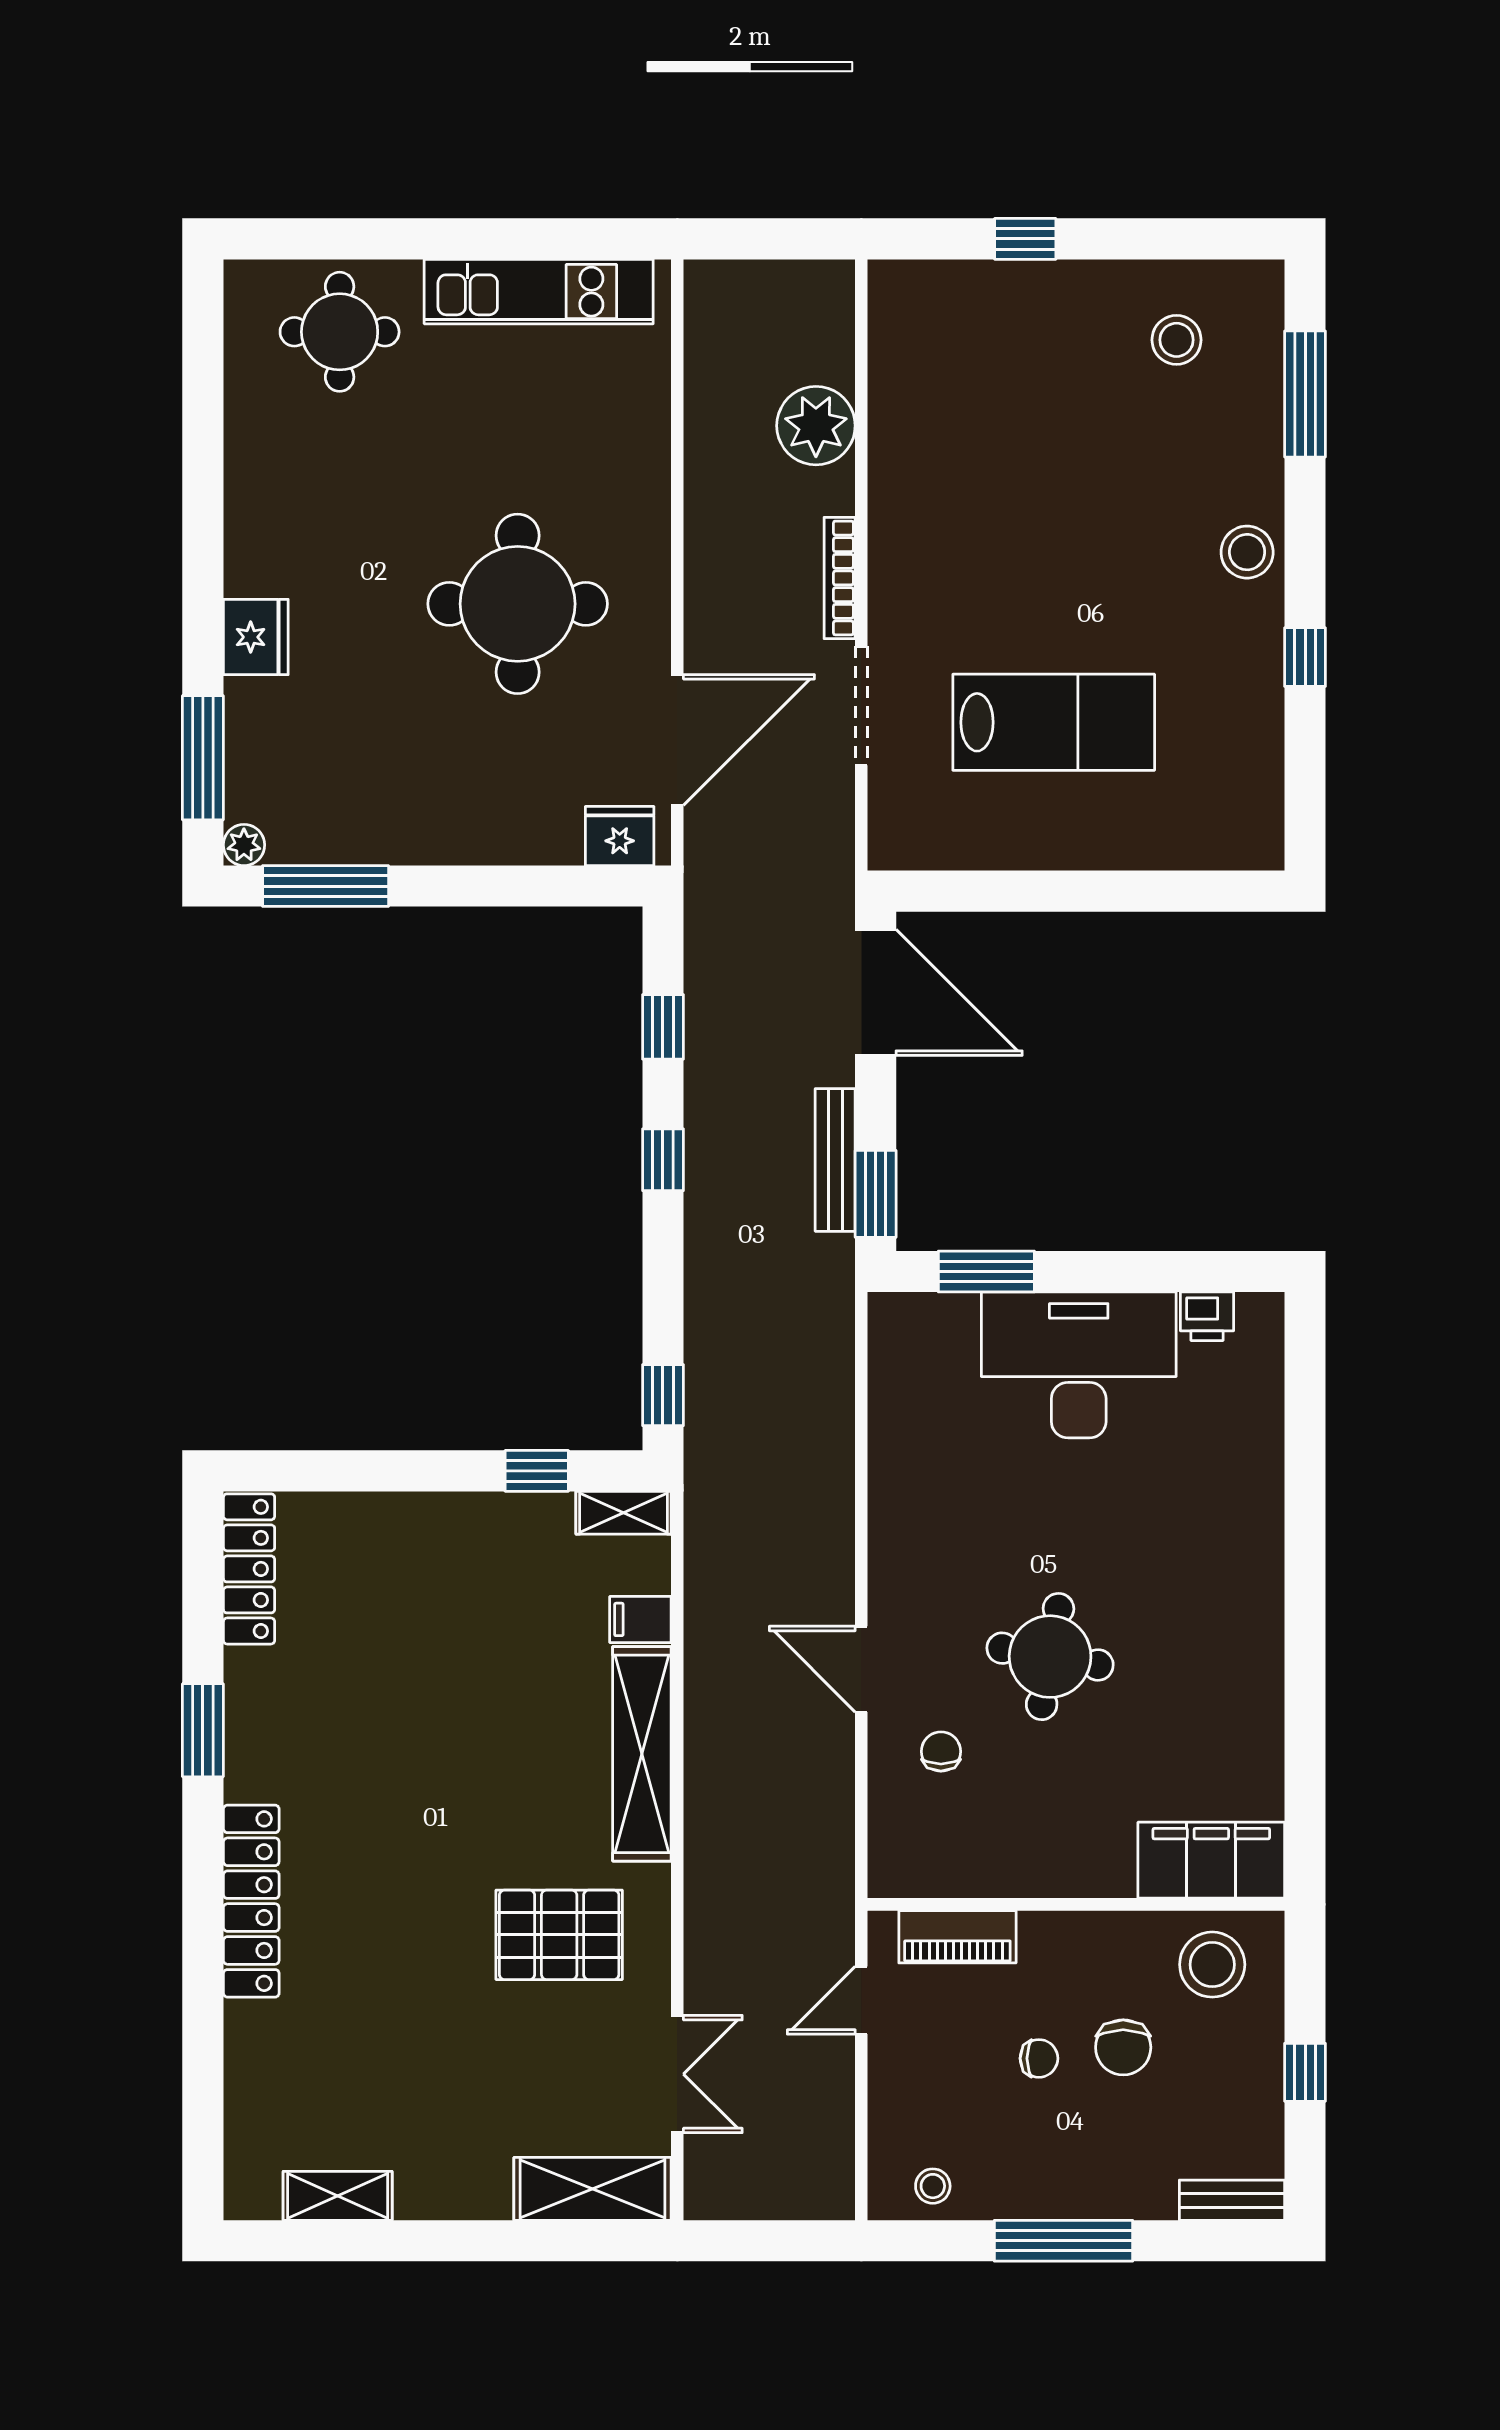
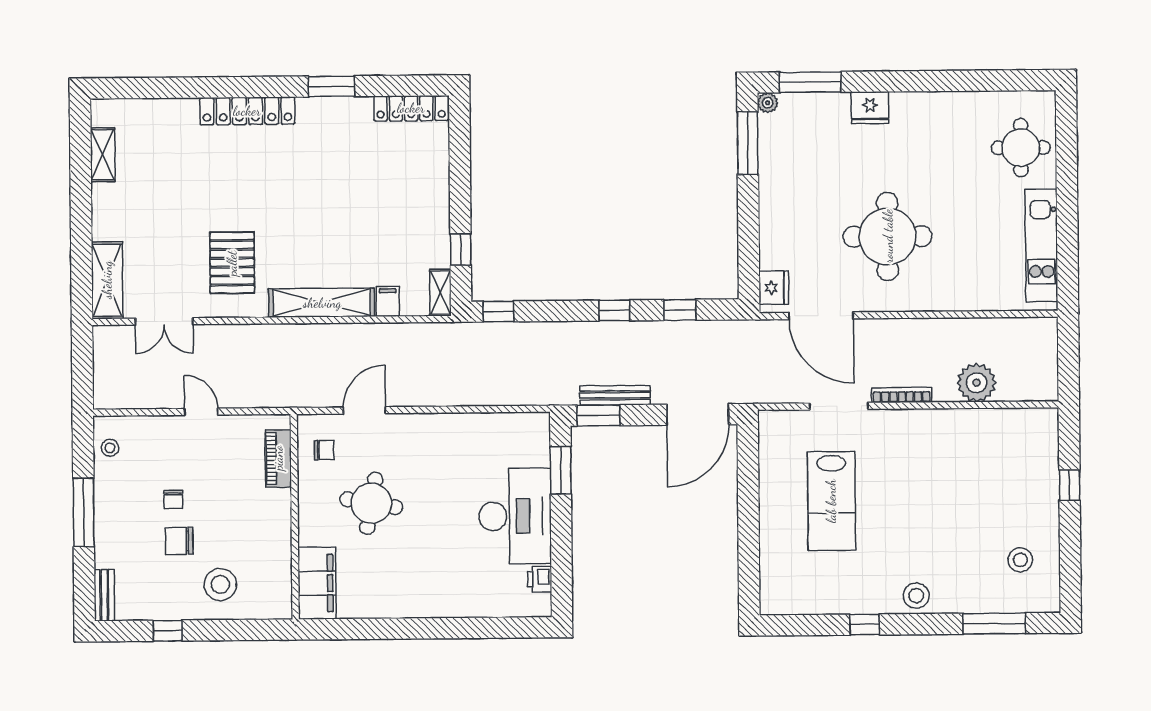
filing cabinet: (1211, 1860) -> (317, 583), moved
wall: (1076, 1904) -> (295, 517), moved
piano: (957, 1937) -> (278, 458), moved

